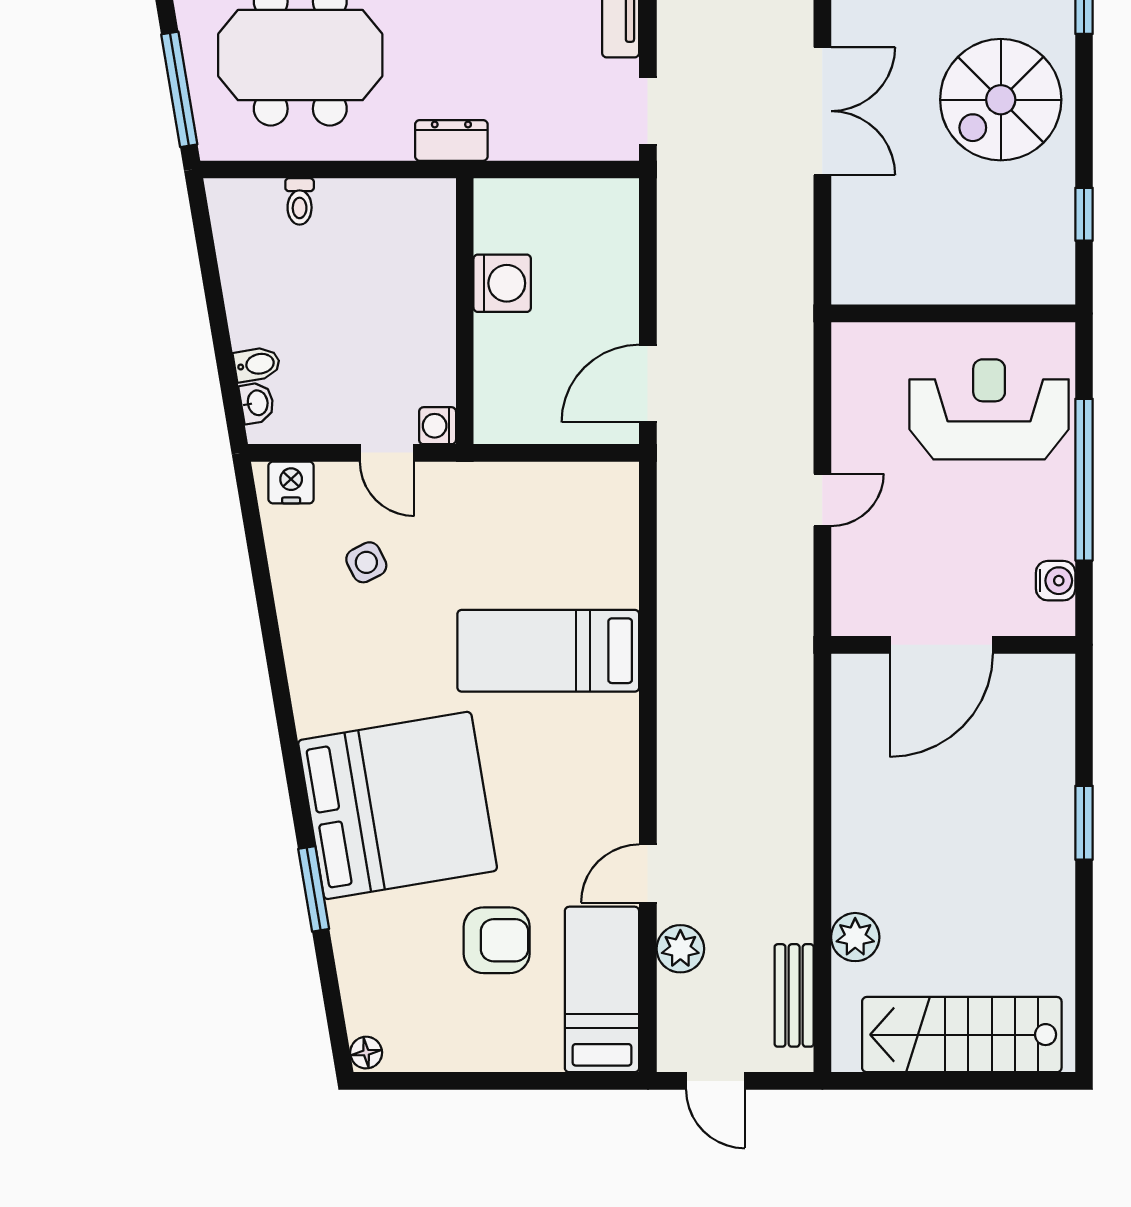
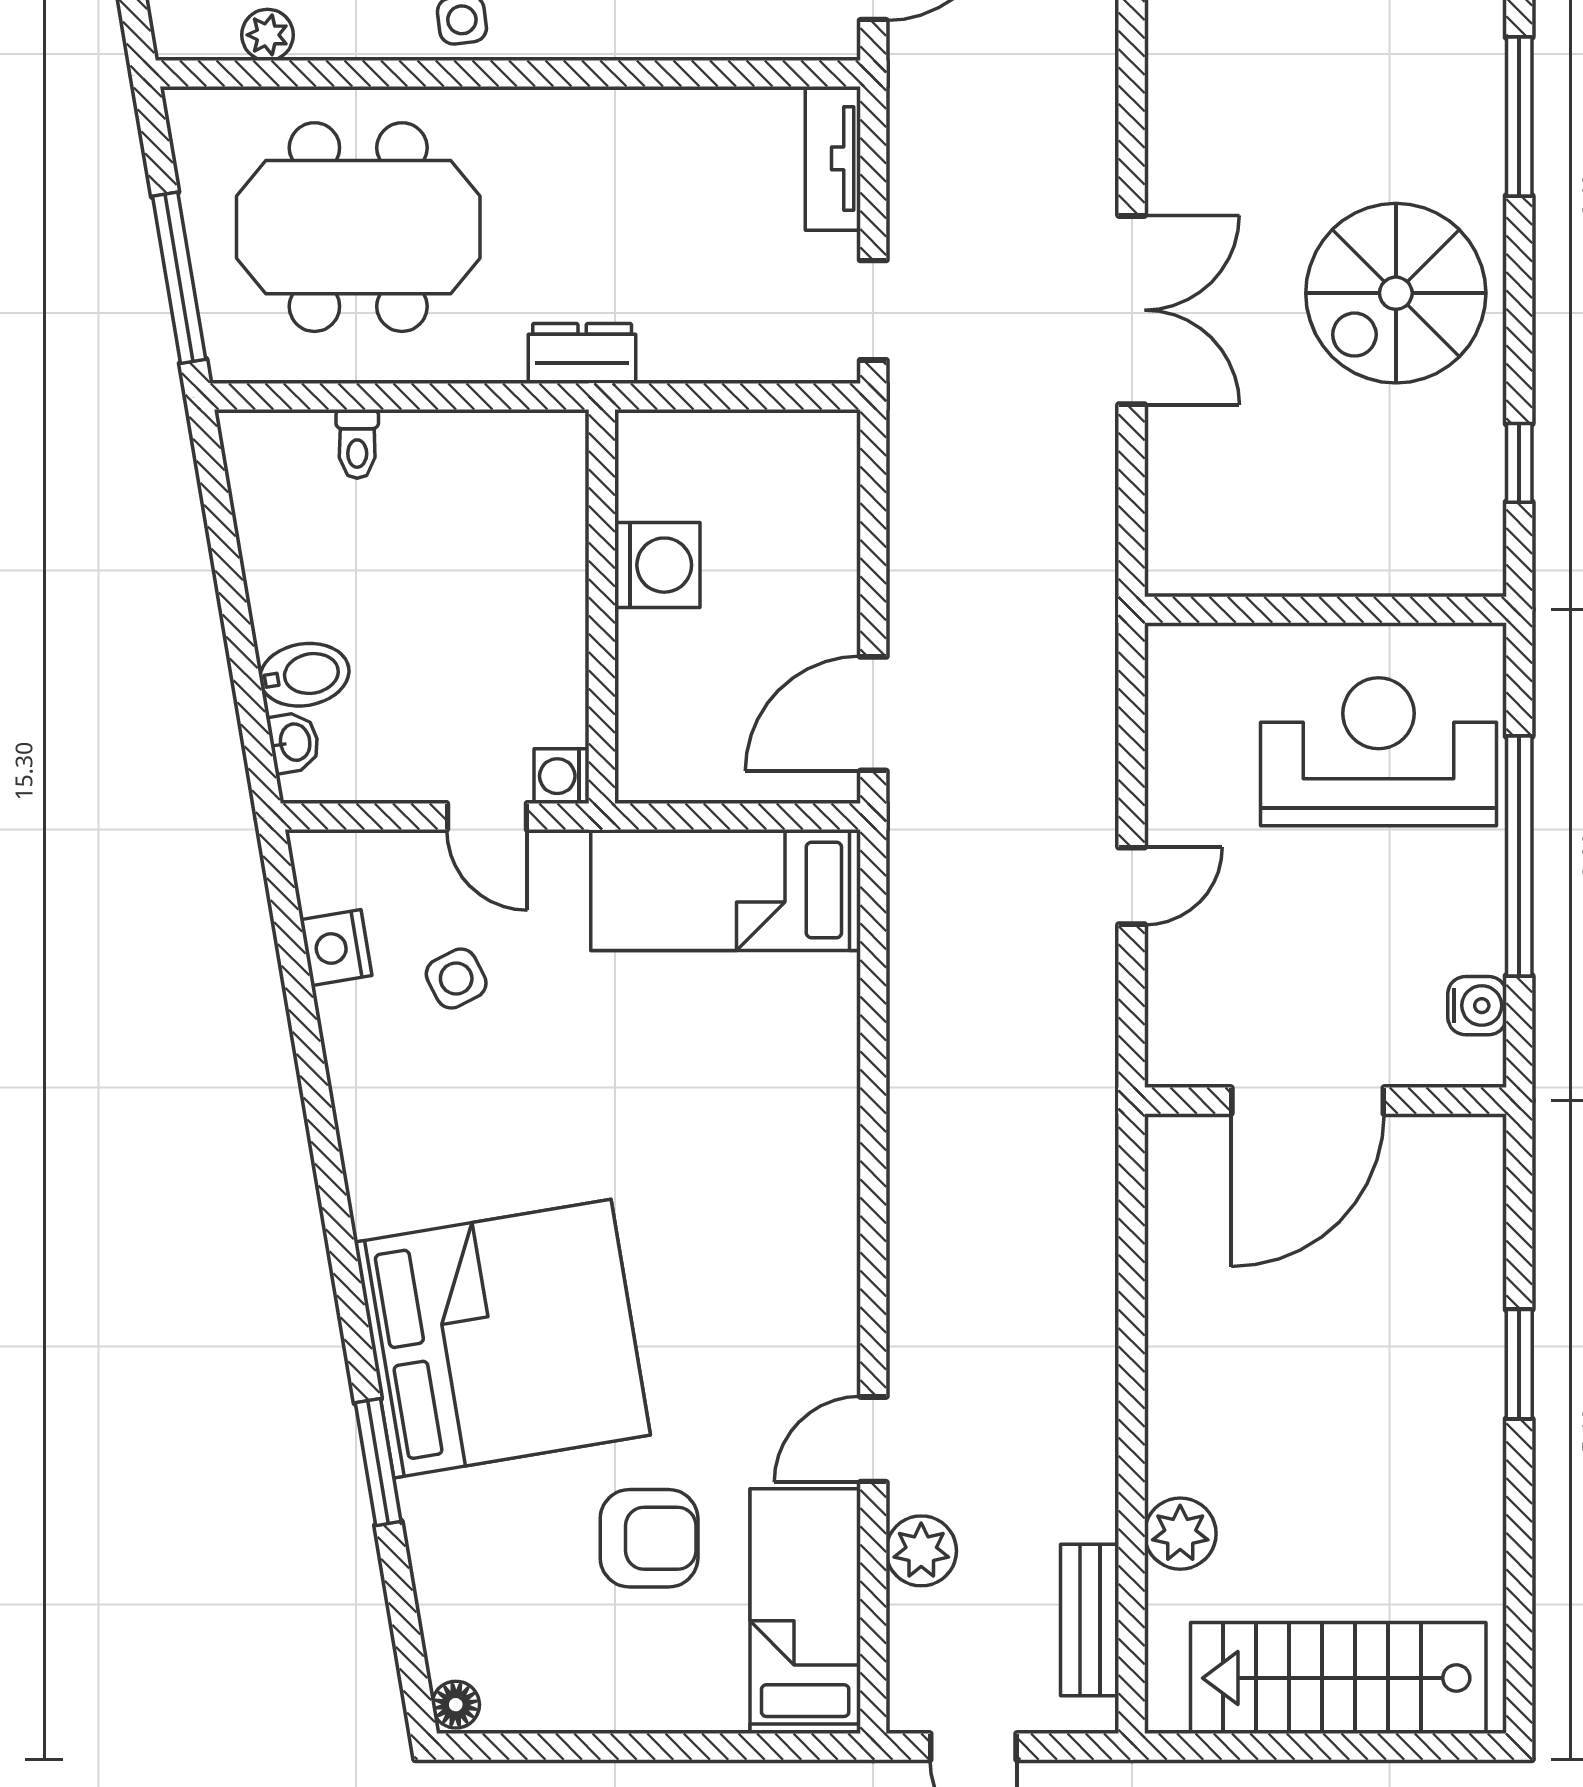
bidet: (257, 364) -> (304, 675), width x1.38, depth x1.36
nightstand: (291, 483) -> (336, 948), moved, turned -100
bed: (548, 651) -> (726, 890), moved

